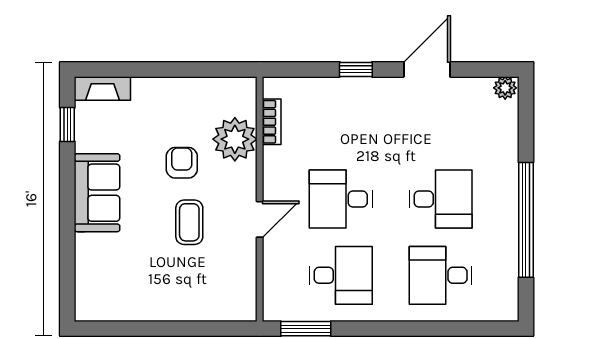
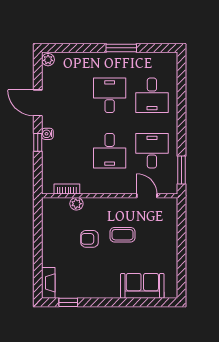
water cooler: (371, 87) -> (47, 134), added
plant: (235, 139) -> (76, 204), width x0.53, depth x0.53
sofa: (97, 193) -> (142, 286), moved
door: (260, 219) -> (147, 196), moved
window: (526, 220) -> (121, 48), width x0.47

